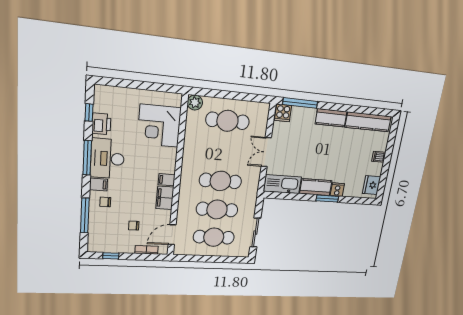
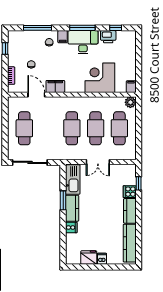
window: (300, 103) -> (139, 183), width x0.46
cooker: (283, 113) -> (130, 192), moved
corner desk: (159, 126) -> (100, 78), moved
double door: (266, 152) -> (98, 162), swing flipped
filing cabinet: (167, 180) -> (131, 87), moved
fridge: (372, 185) -> (89, 258), moved
window: (327, 199) -> (63, 200), moved
cafe table: (217, 210) -> (96, 128), moved
sliding door: (255, 233) -> (30, 162), width x1.37
door: (172, 235) -> (36, 95), moved

